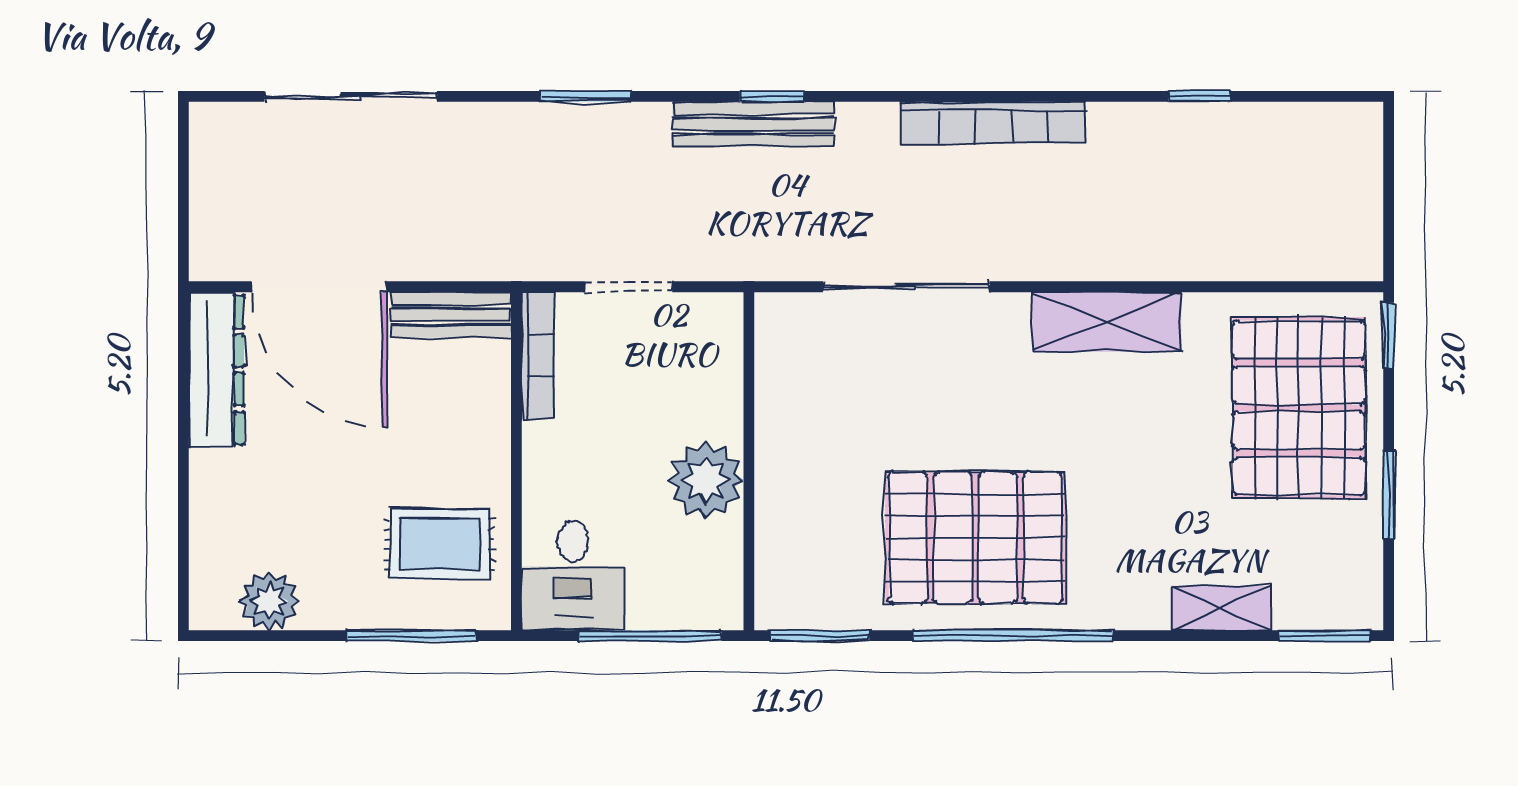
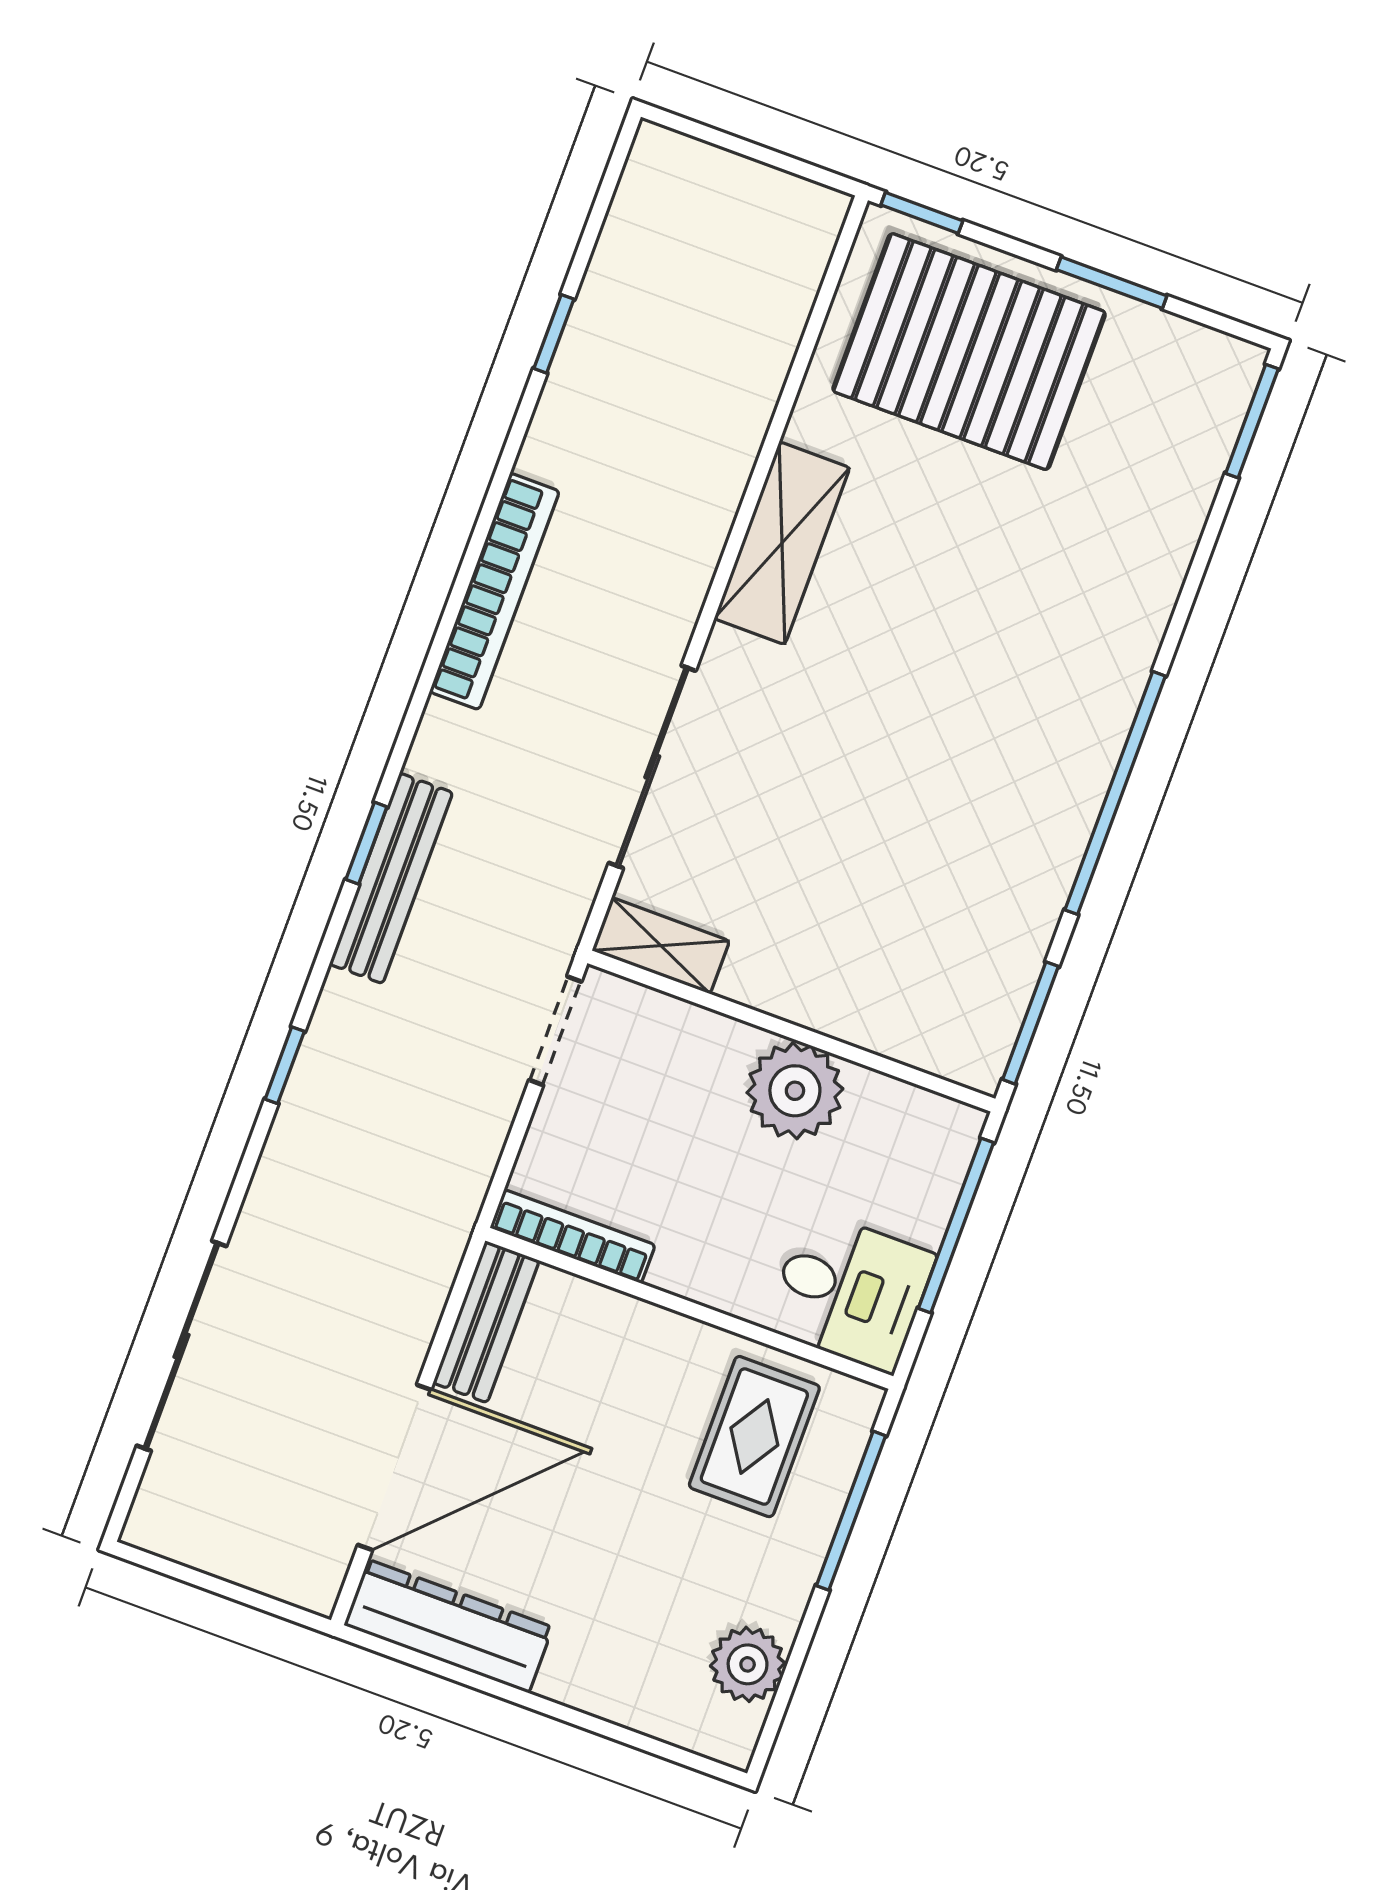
window: (586, 96) -> (285, 1065), width x0.67
doorway: (628, 287) -> (555, 1031), moved
pallet: (975, 538) -> (982, 795), removed
shelving: (1221, 608) -> (661, 946), moved, turned 90

